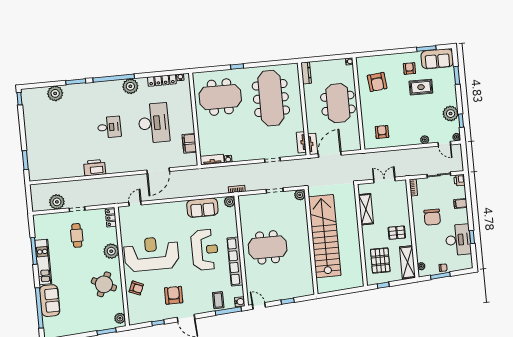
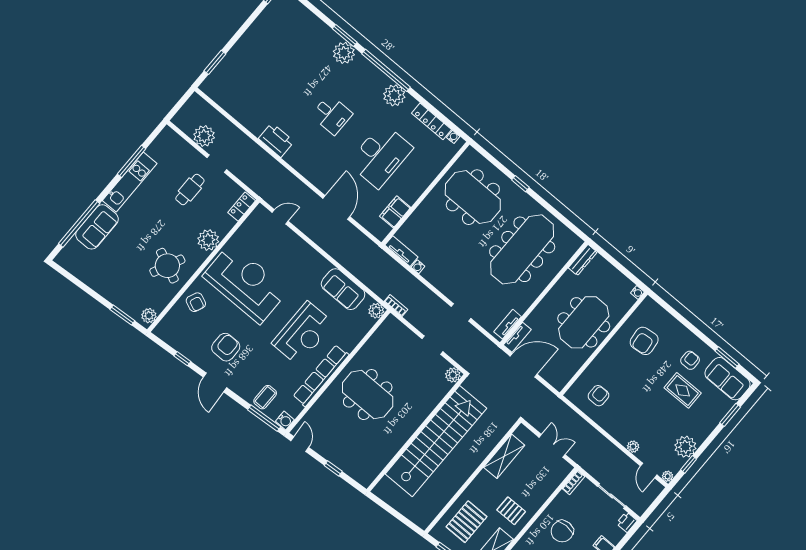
plant: (55, 93) -> (344, 53), moved
door: (158, 171) -> (336, 207), swing flipped

